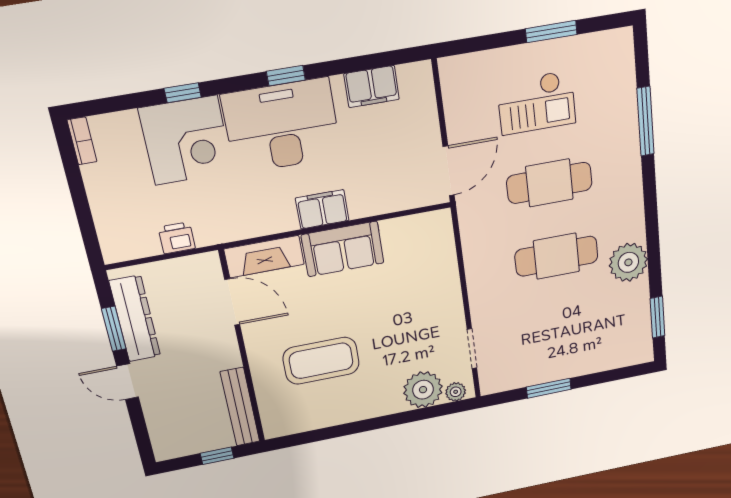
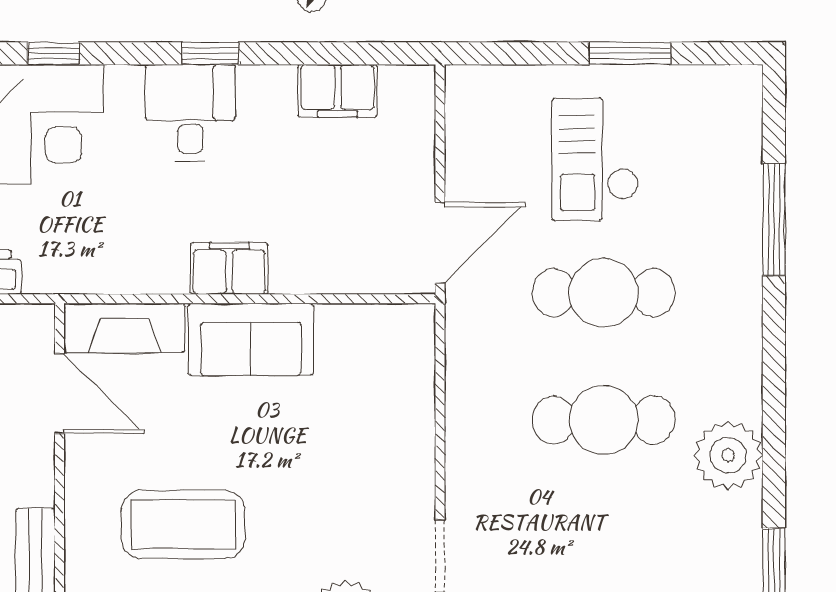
checkout: (536, 103) -> (595, 159), turned 90
desk: (282, 126) -> (190, 113), width x0.53, depth x0.77

